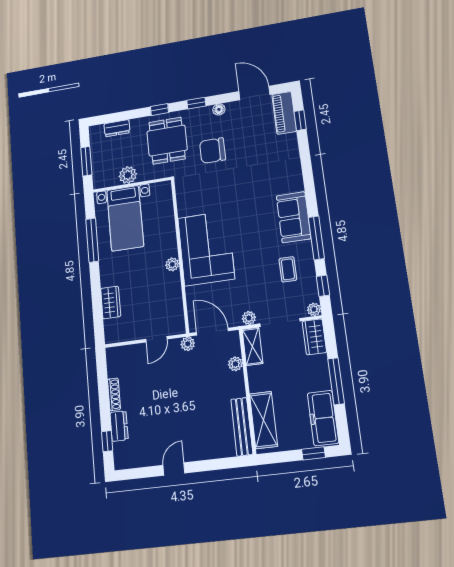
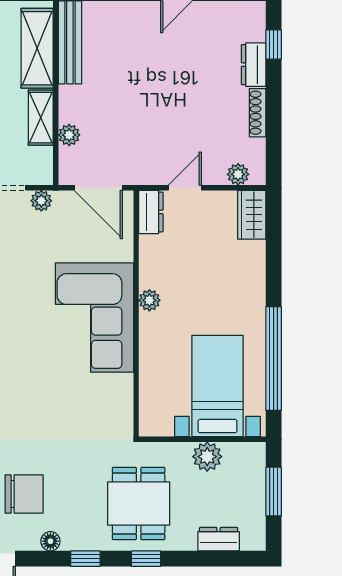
chair: (213, 151) -> (24, 494), moved
window: (92, 240) -> (274, 358), width x1.46
wardrobe: (111, 302) -> (252, 215), moved
dresser: (177, 321) -> (151, 212), added
plant: (188, 344) -> (238, 174), moved
shelving: (253, 346) -> (41, 118), moved

